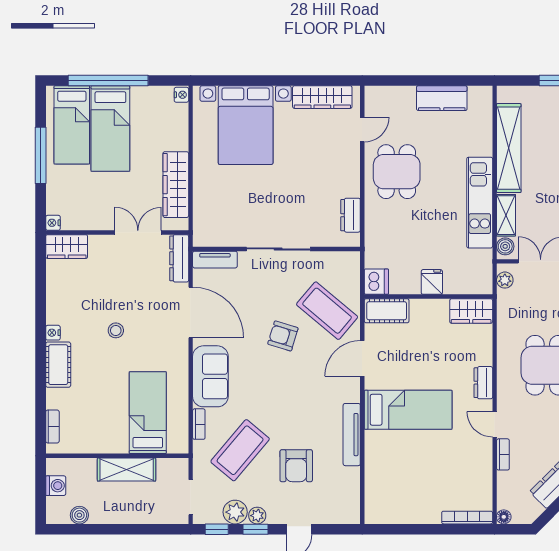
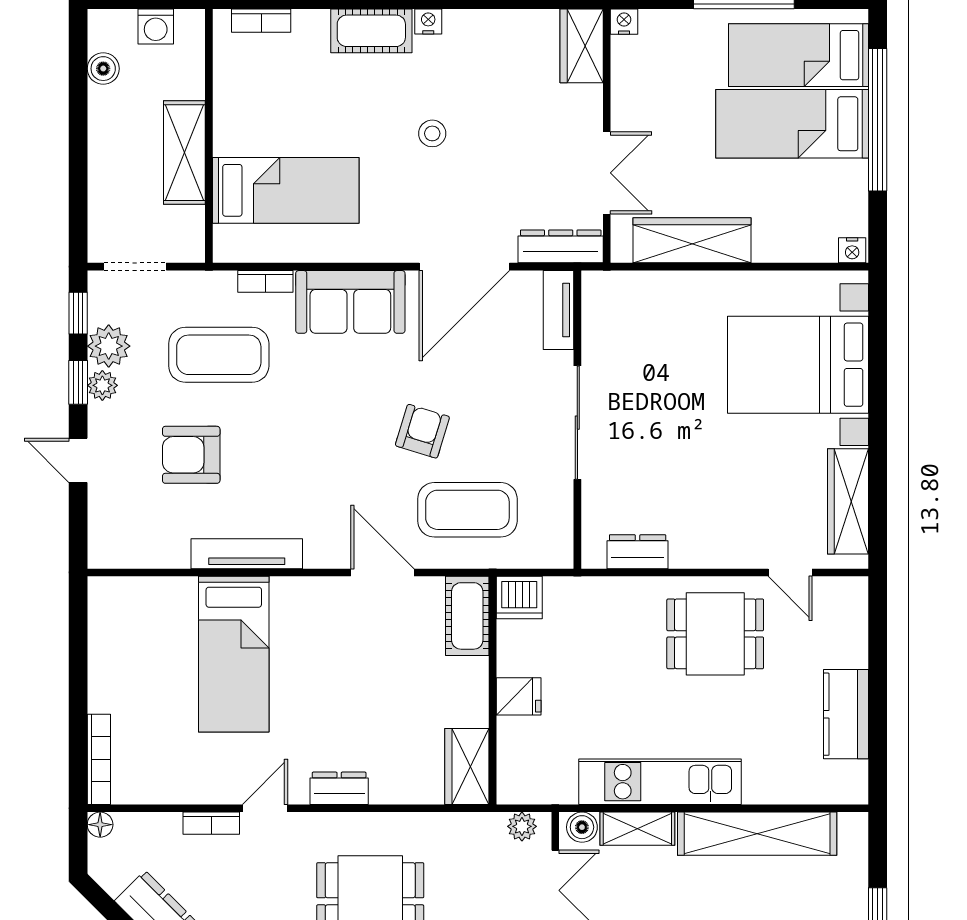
coffee table: (327, 311) -> (467, 510), turned 50
bed: (408, 410) -> (234, 654), moved
coffee table: (240, 450) -> (219, 355), turned -40

